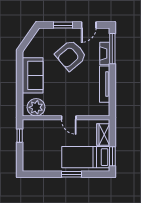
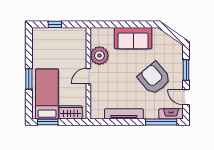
fireplace: (105, 53) -> (171, 114), moved
plant: (36, 107) -> (99, 56), moved
window: (20, 136) -> (55, 24), moved

